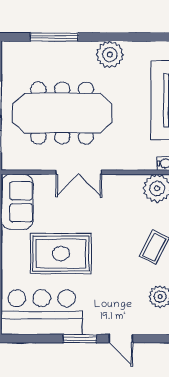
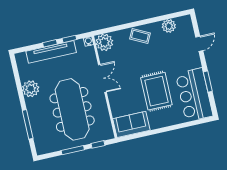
double door: (79, 172) -> (102, 78), moved
window: (80, 339) -> (208, 82), moved

